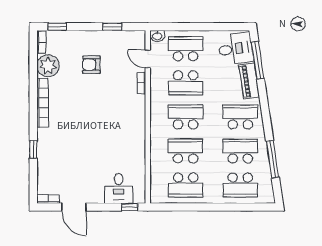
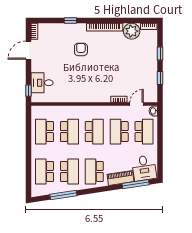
window: (57, 27) -> (160, 53), moved
armchair: (91, 65) -> (81, 49), moved
school desk: (240, 117) -> (94, 171), turned 180

